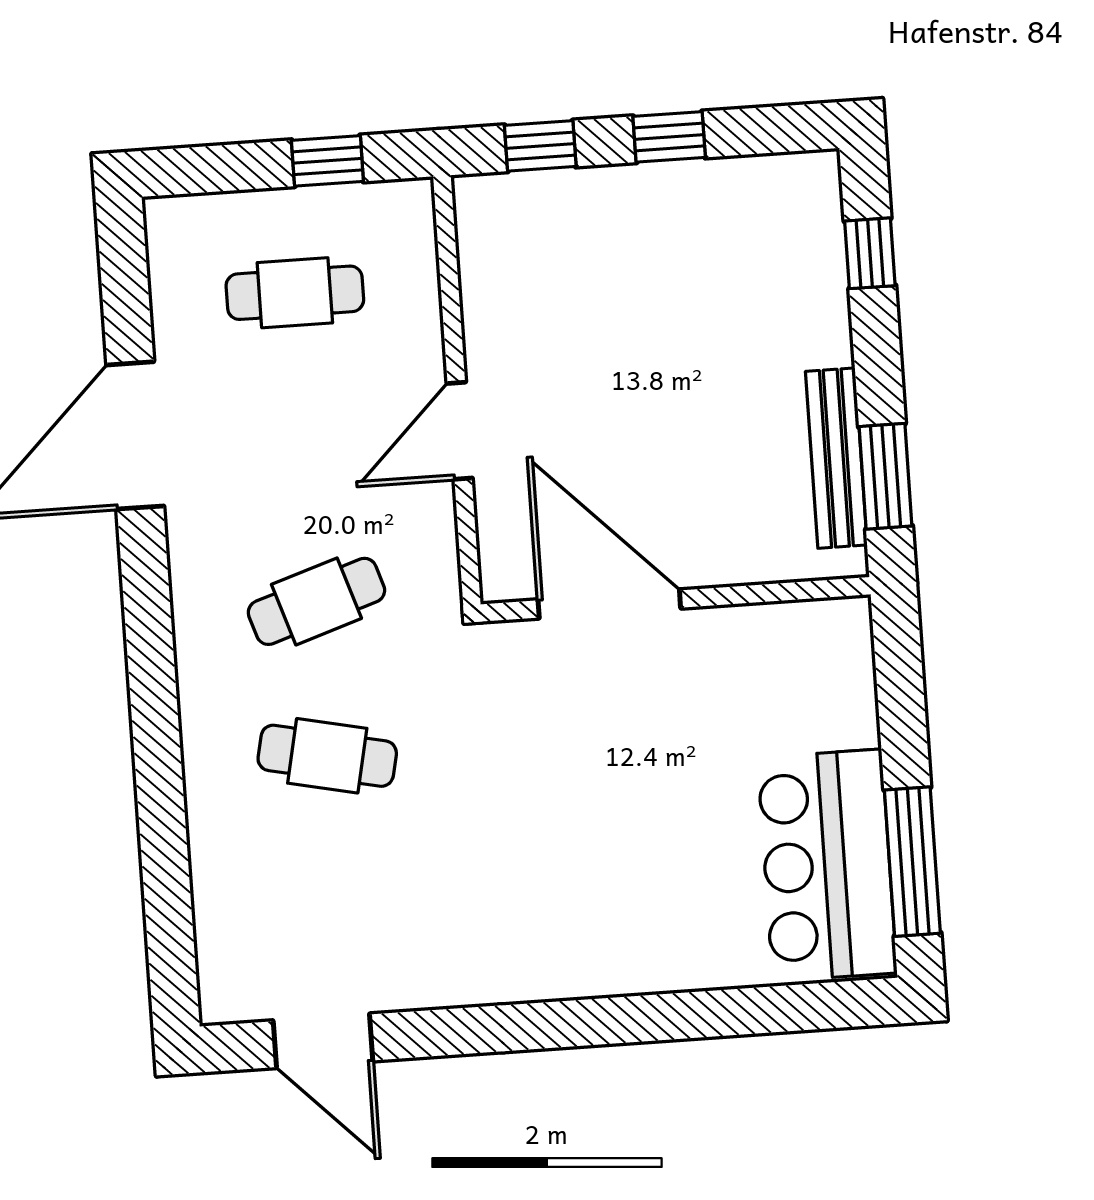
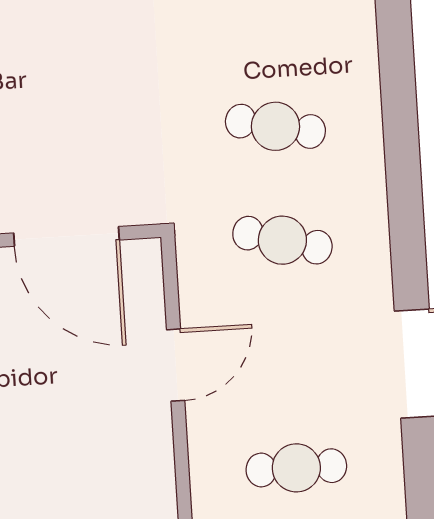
cafe table: (316, 601) -> (282, 240), turned 33

